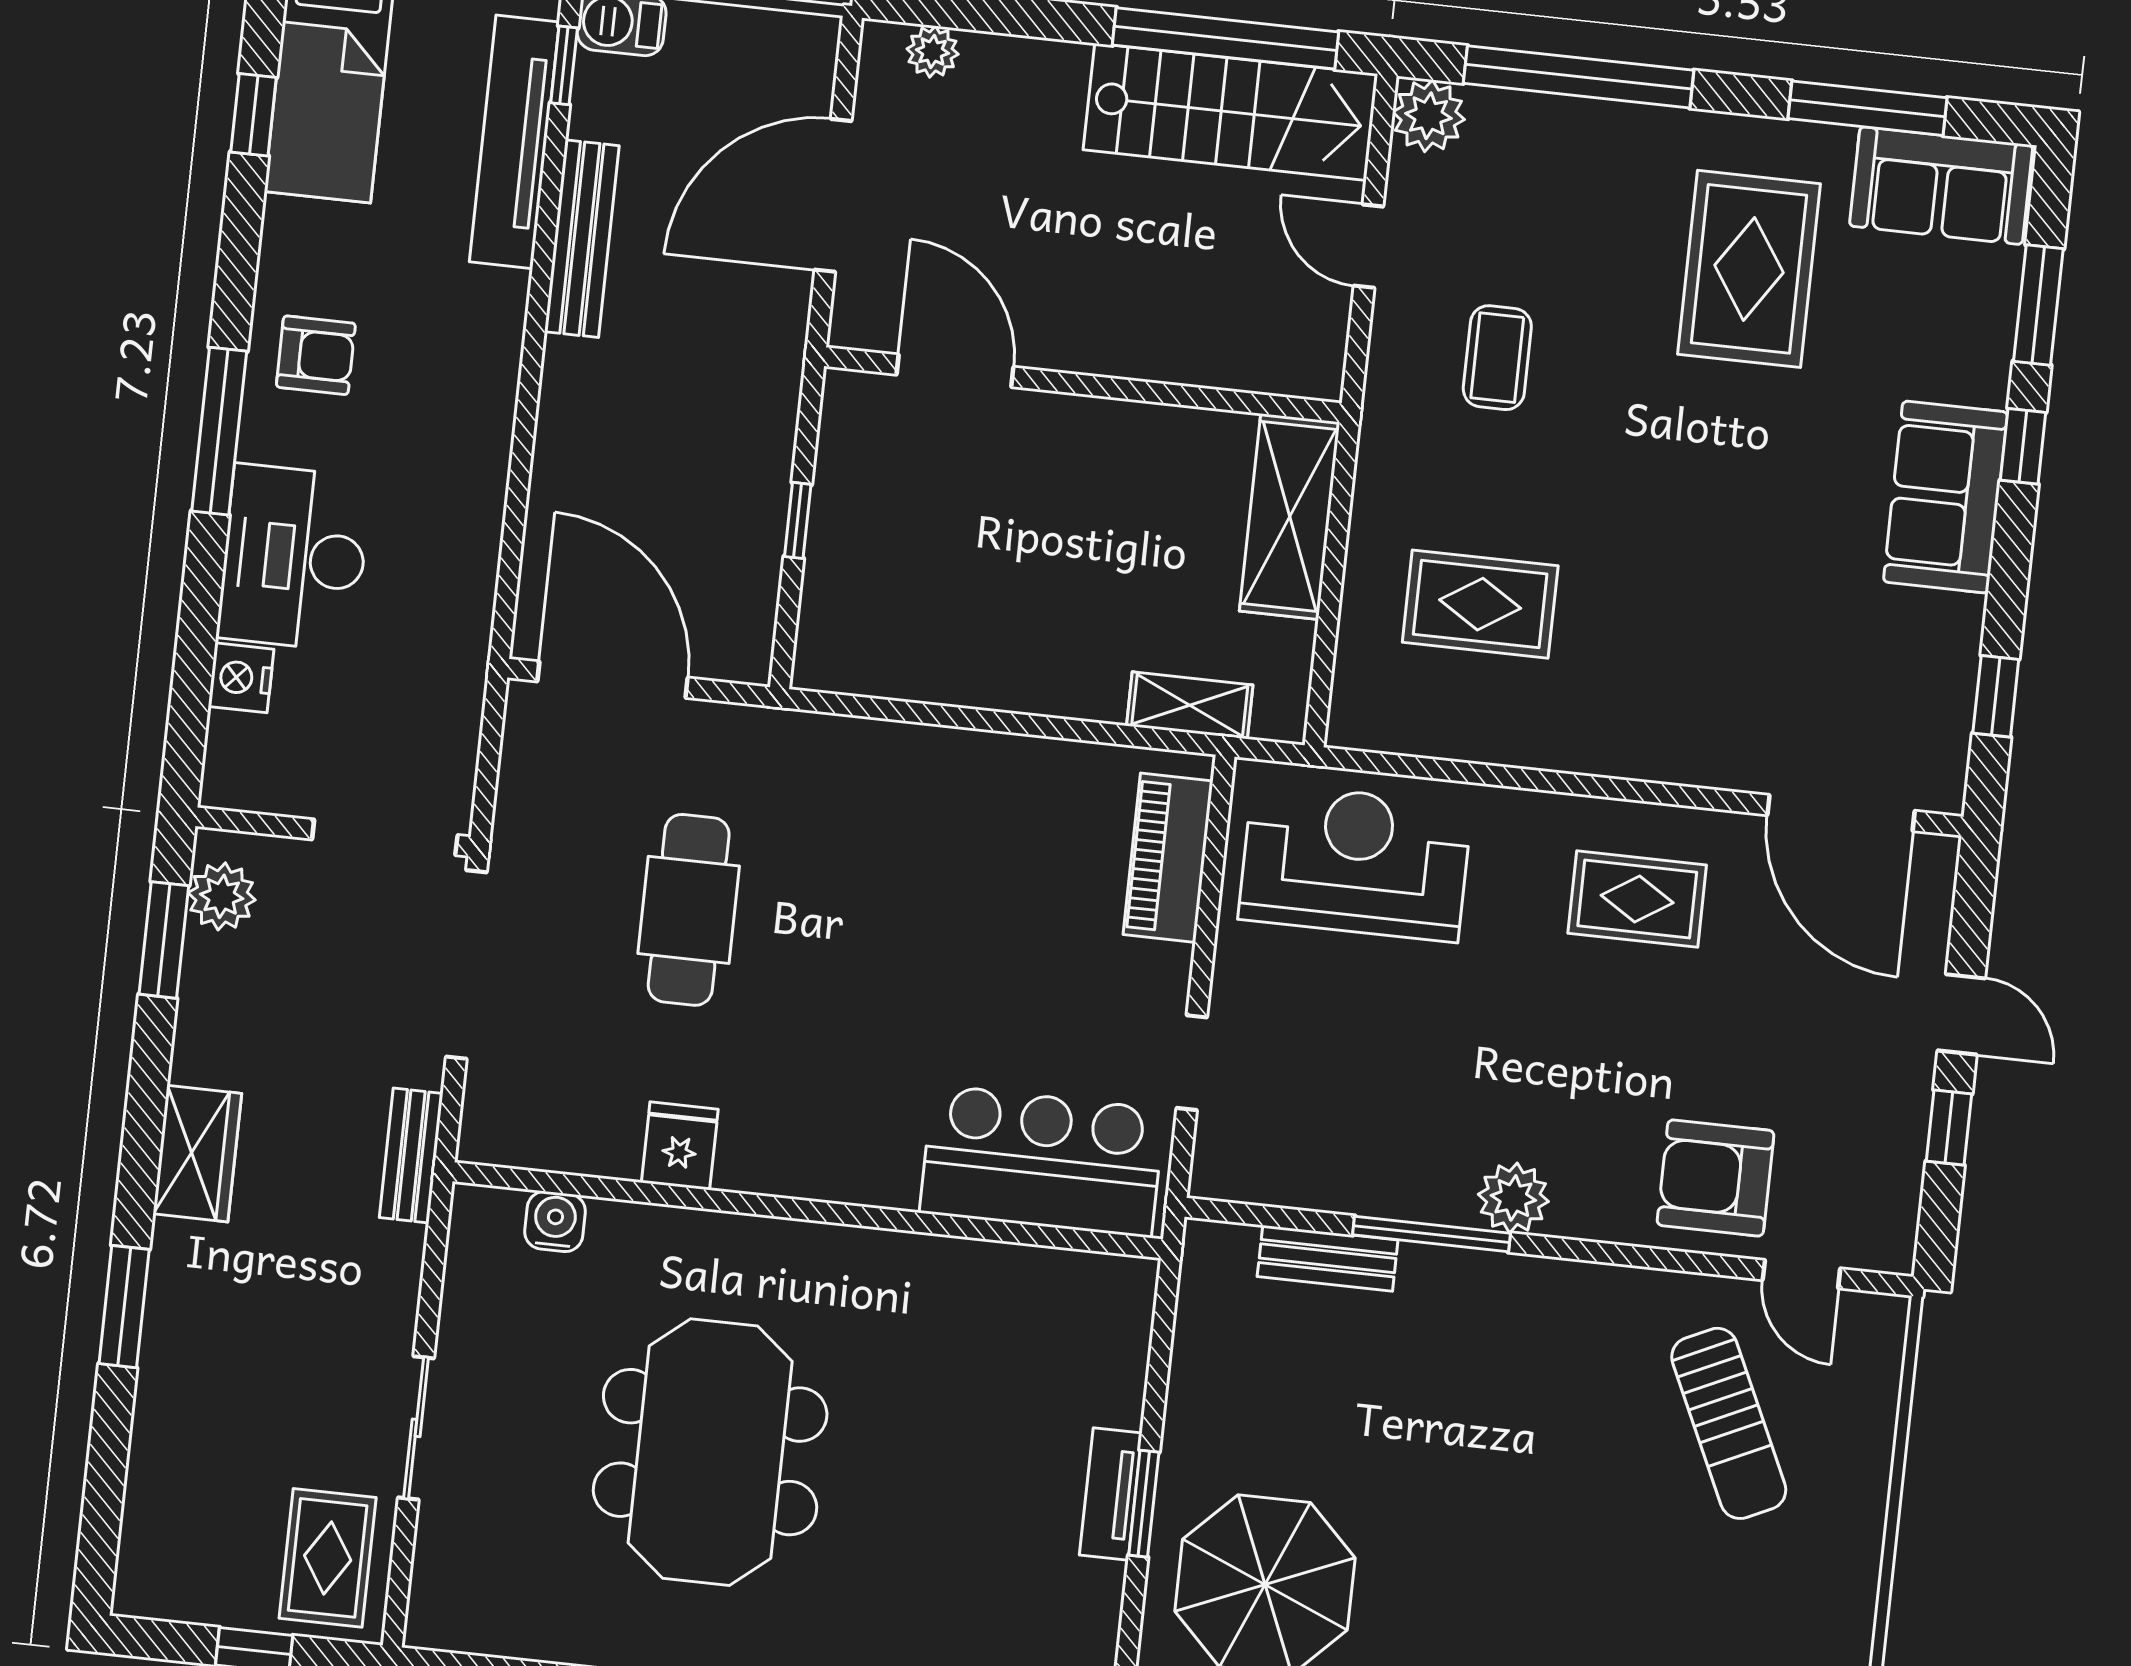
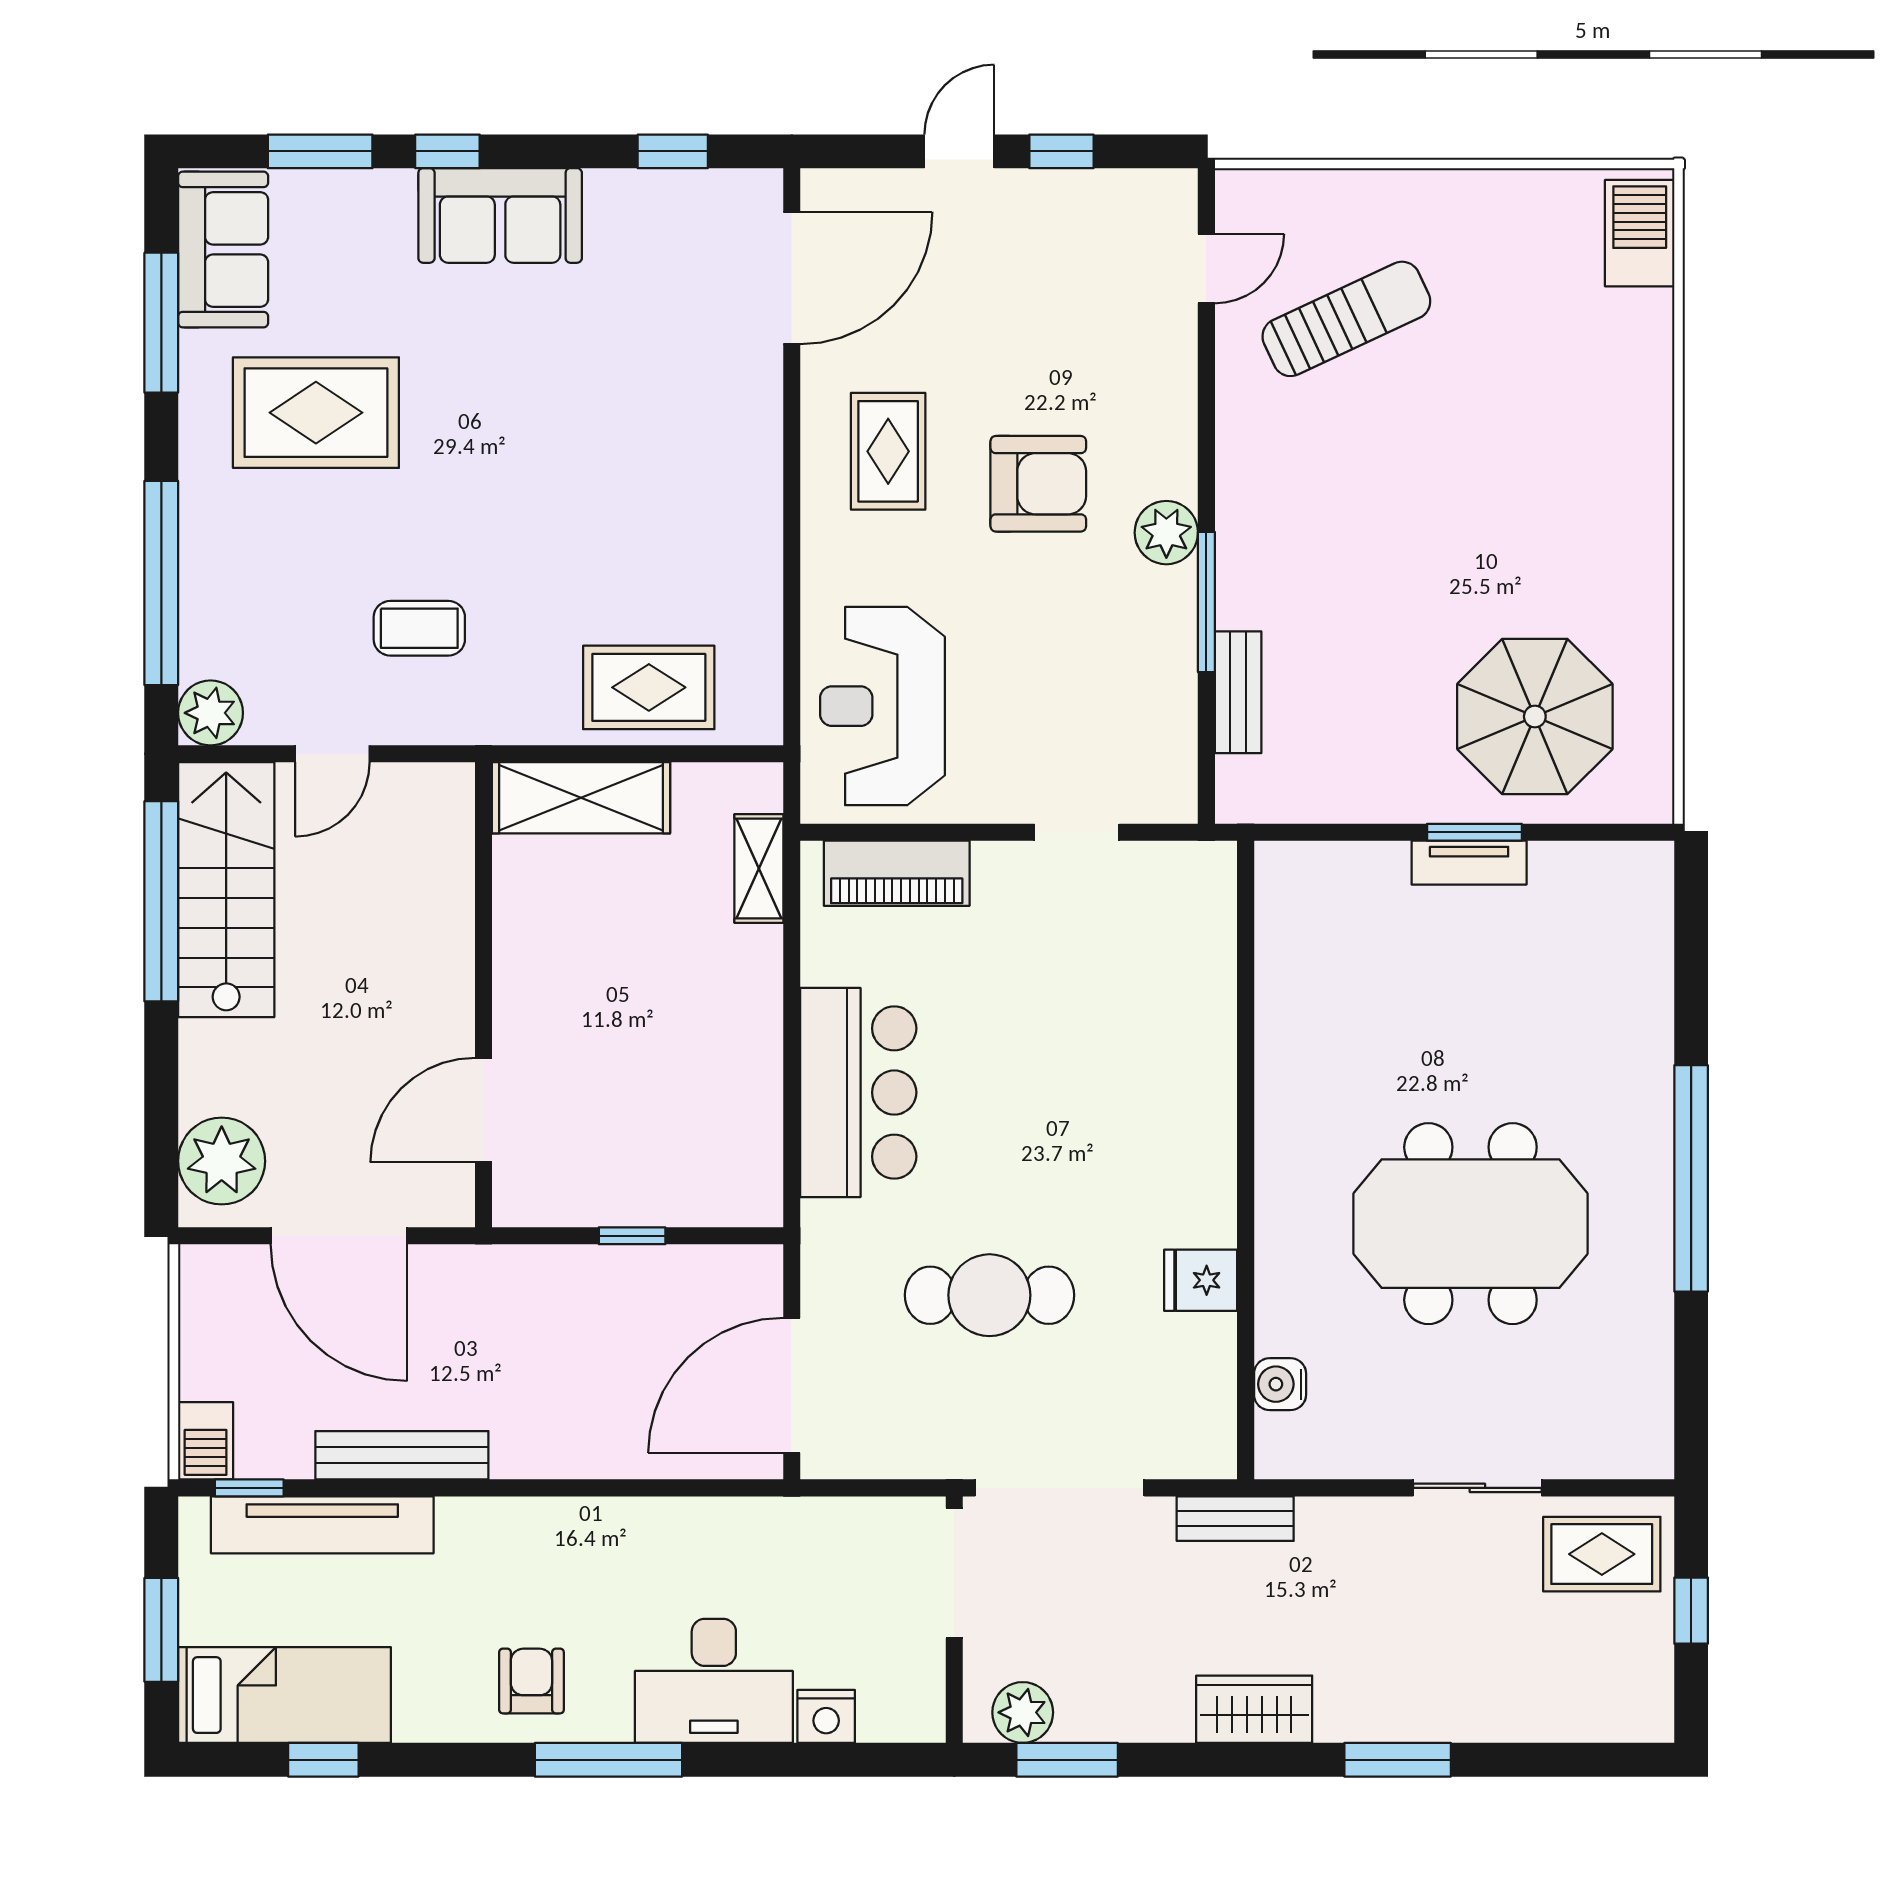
plant: (933, 52) -> (222, 1161), width x1.88, depth x1.88
rug: (1480, 604) -> (649, 687), moved, turned 90
bar counter: (1042, 1161) -> (858, 1093), moved, turned 180
armchair: (1716, 1178) -> (1038, 484), moved, turned -90

